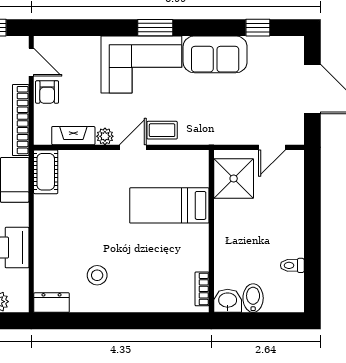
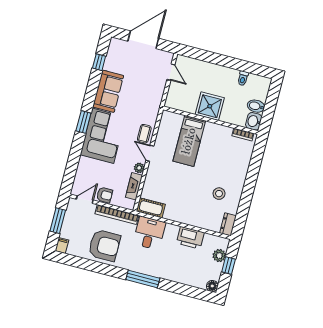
shower: (234, 179) -> (210, 106), moved

